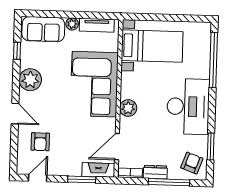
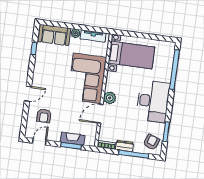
plant: (30, 80) -> (41, 70), removed
door: (15, 114) -> (28, 94), hinge flipped
door: (117, 147) -> (100, 114), moved
fireplace: (98, 170) -> (72, 139), moved

